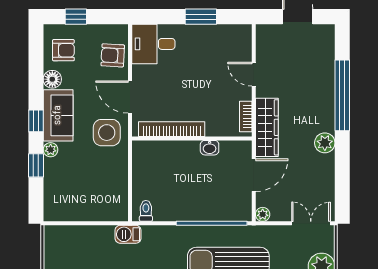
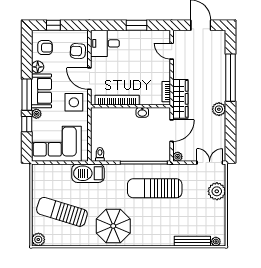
door: (254, 74) -> (172, 51), moved
window: (36, 121) -> (27, 95), width x2.17
corner sofa: (80, 195) -> (56, 144), added
barbecue: (128, 234) -> (88, 173), width x1.88, depth x1.53

